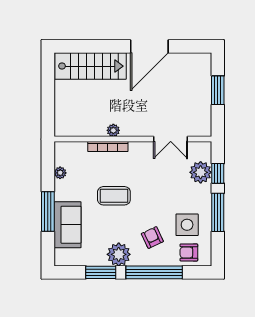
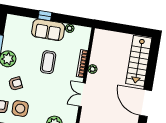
double door: (171, 139) -> (82, 95), moved
window: (48, 211) -> (45, 16), width x0.46
sofa: (67, 225) -> (48, 30), moved

